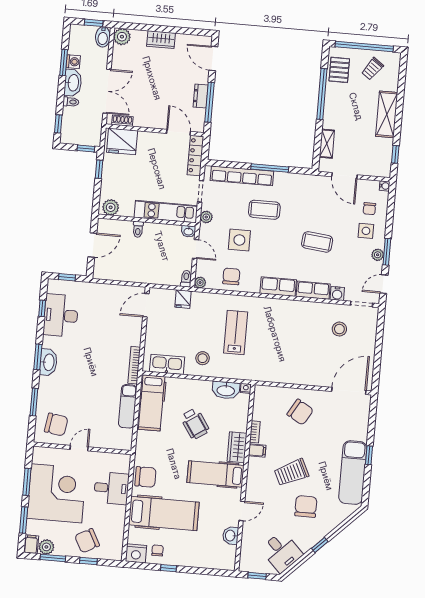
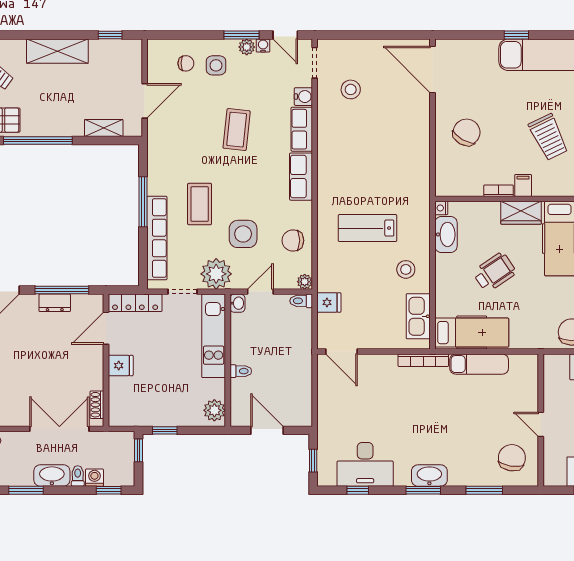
washing machine: (73, 62) -> (94, 478), moved
fridge: (122, 141) -> (121, 366), moved, width x0.53, depth x0.75
water cooler: (385, 186) -> (263, 46), moved
plant: (206, 217) -> (216, 274), width x1.87, depth x1.87

